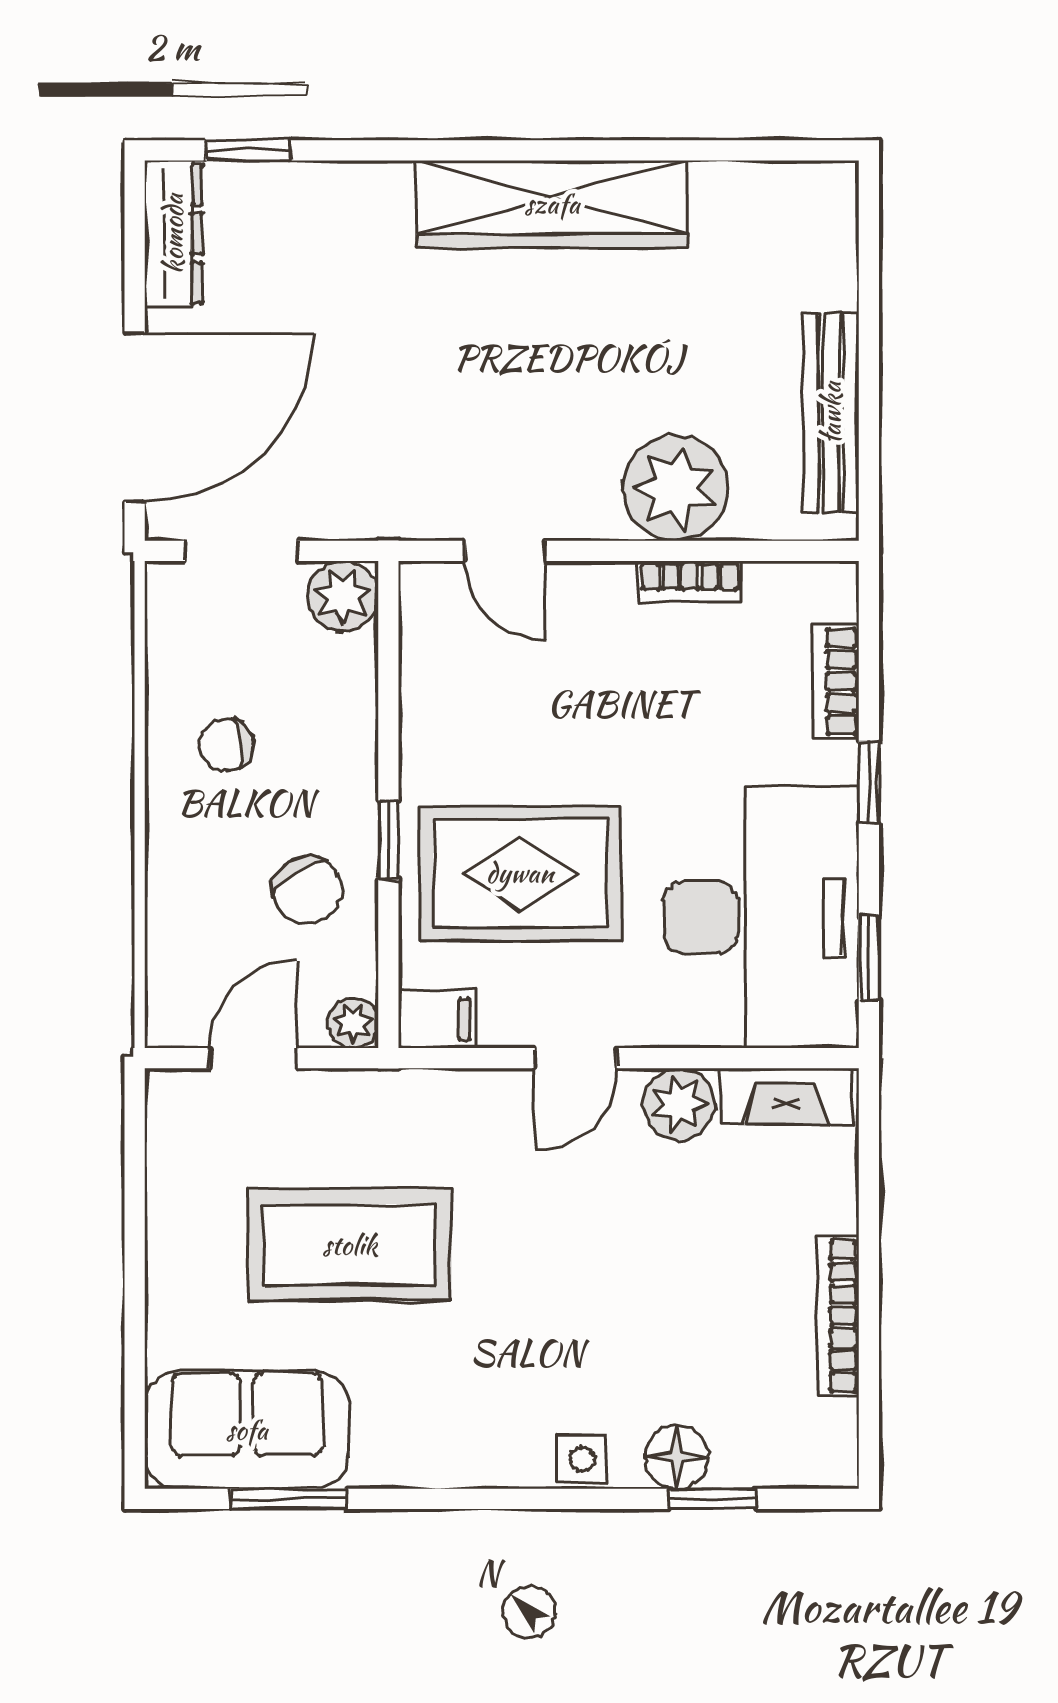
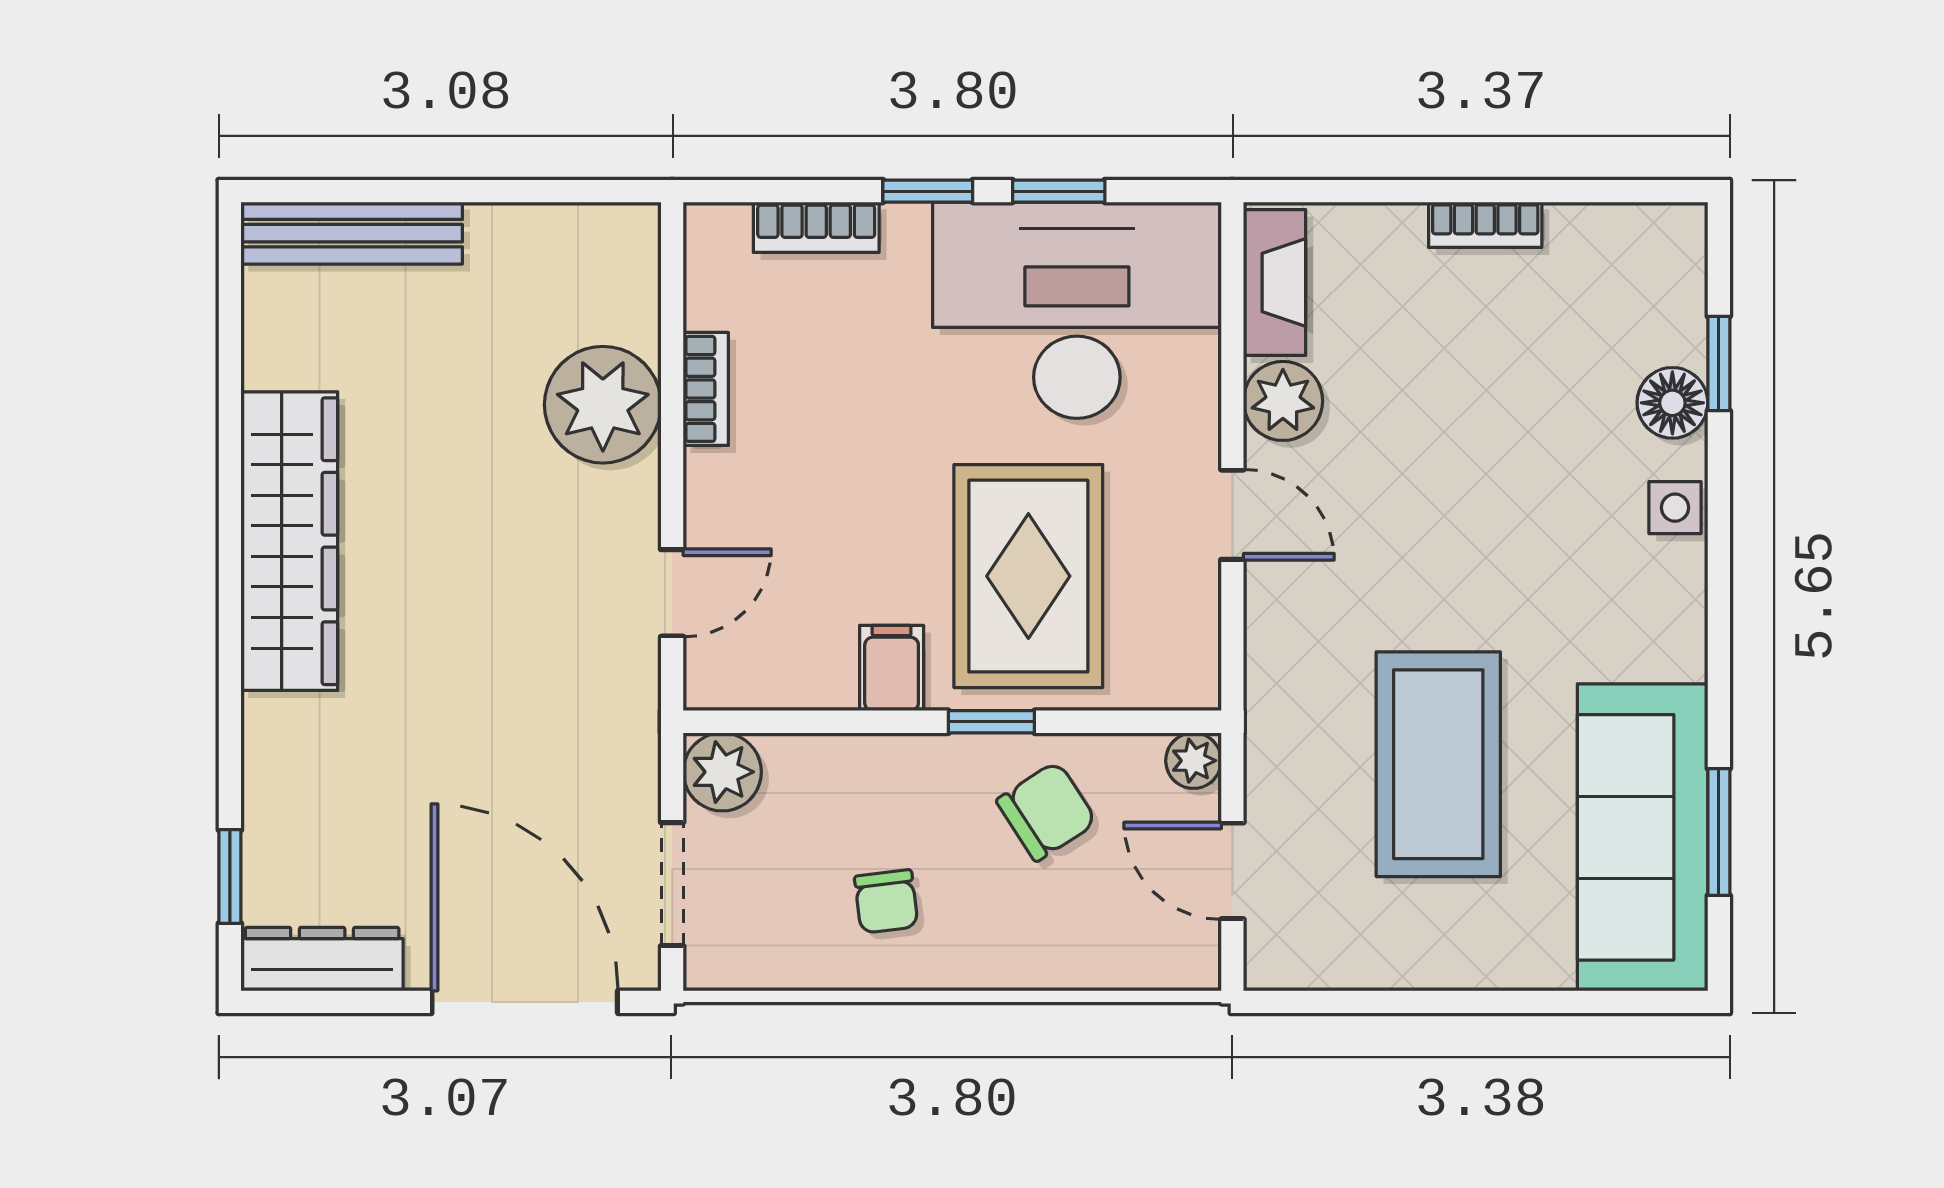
bench: (831, 413) -> (352, 233), moved
window: (869, 958) -> (1059, 191), moved
filing cabinet: (437, 1019) -> (892, 668), moved
bookcase: (838, 1316) -> (1485, 225), width x0.64
sofa: (247, 1430) -> (1643, 837), width x1.36

